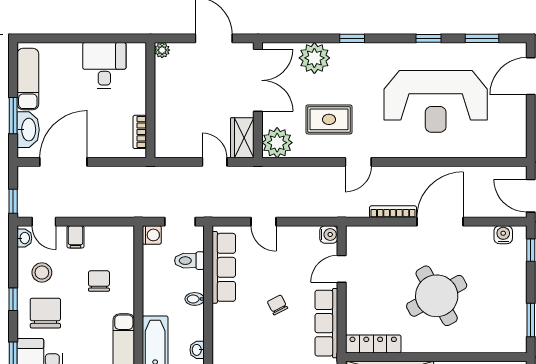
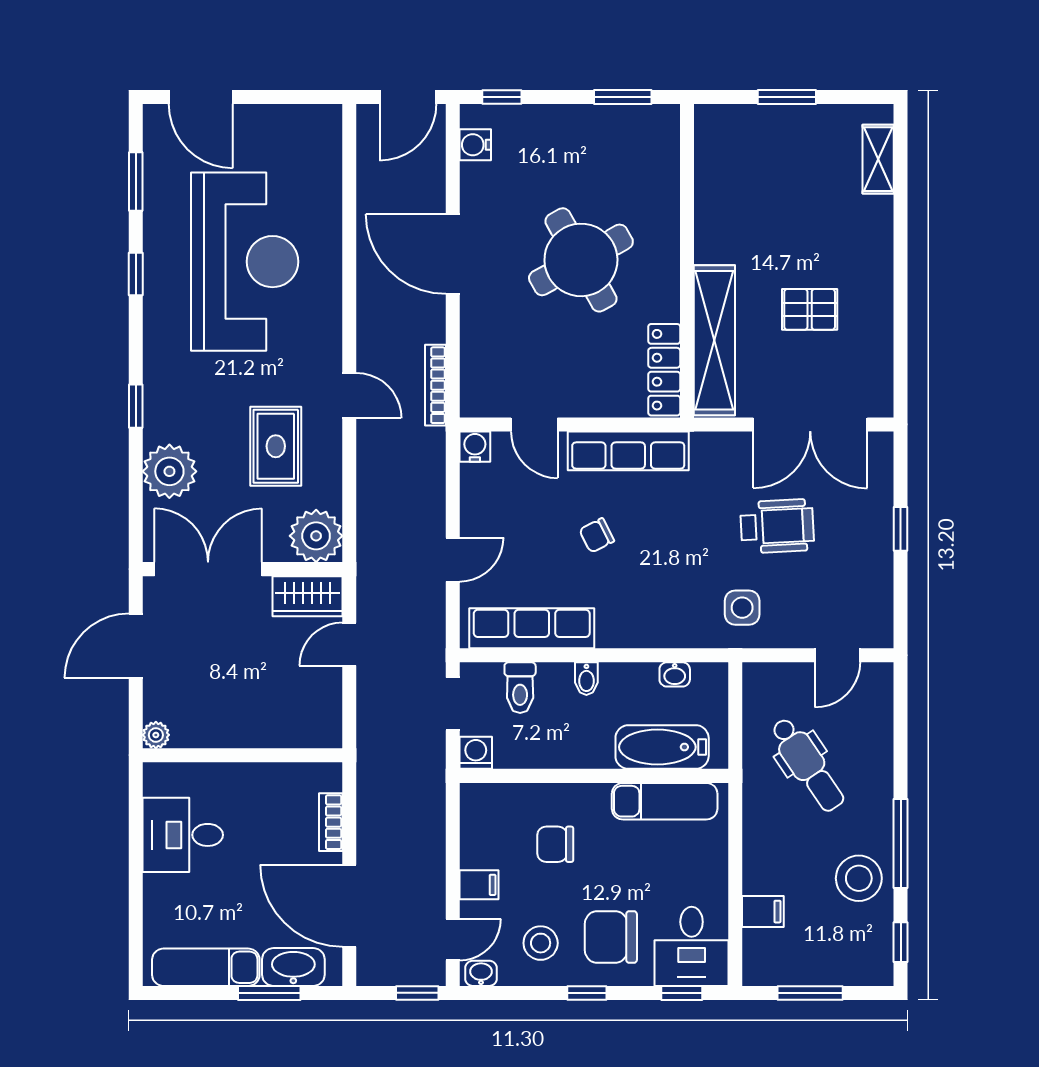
bookcase: (140, 132) -> (331, 822), moved, turned 90
bookcase: (393, 212) -> (435, 385), moved

